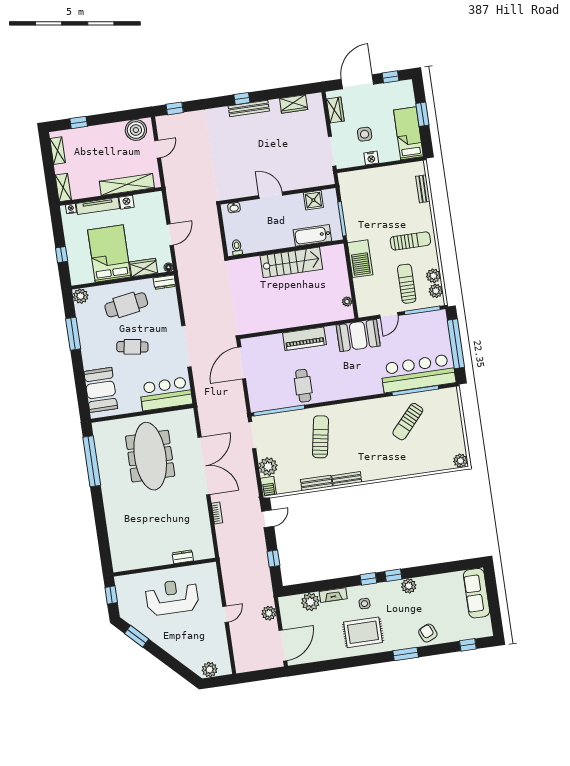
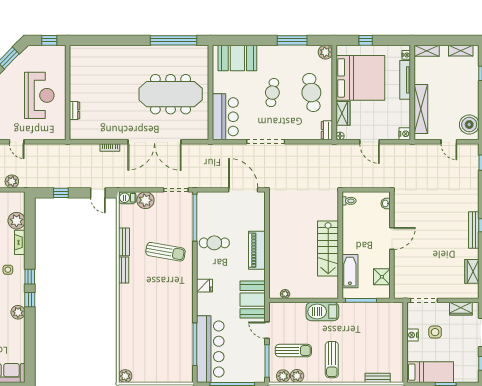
nightstand: (127, 202) -> (405, 134), moved
bed: (109, 254) -> (360, 78), width x1.36
fridge: (351, 390) -> (205, 286), added
sun lounger: (408, 422) -> (168, 333), removed

